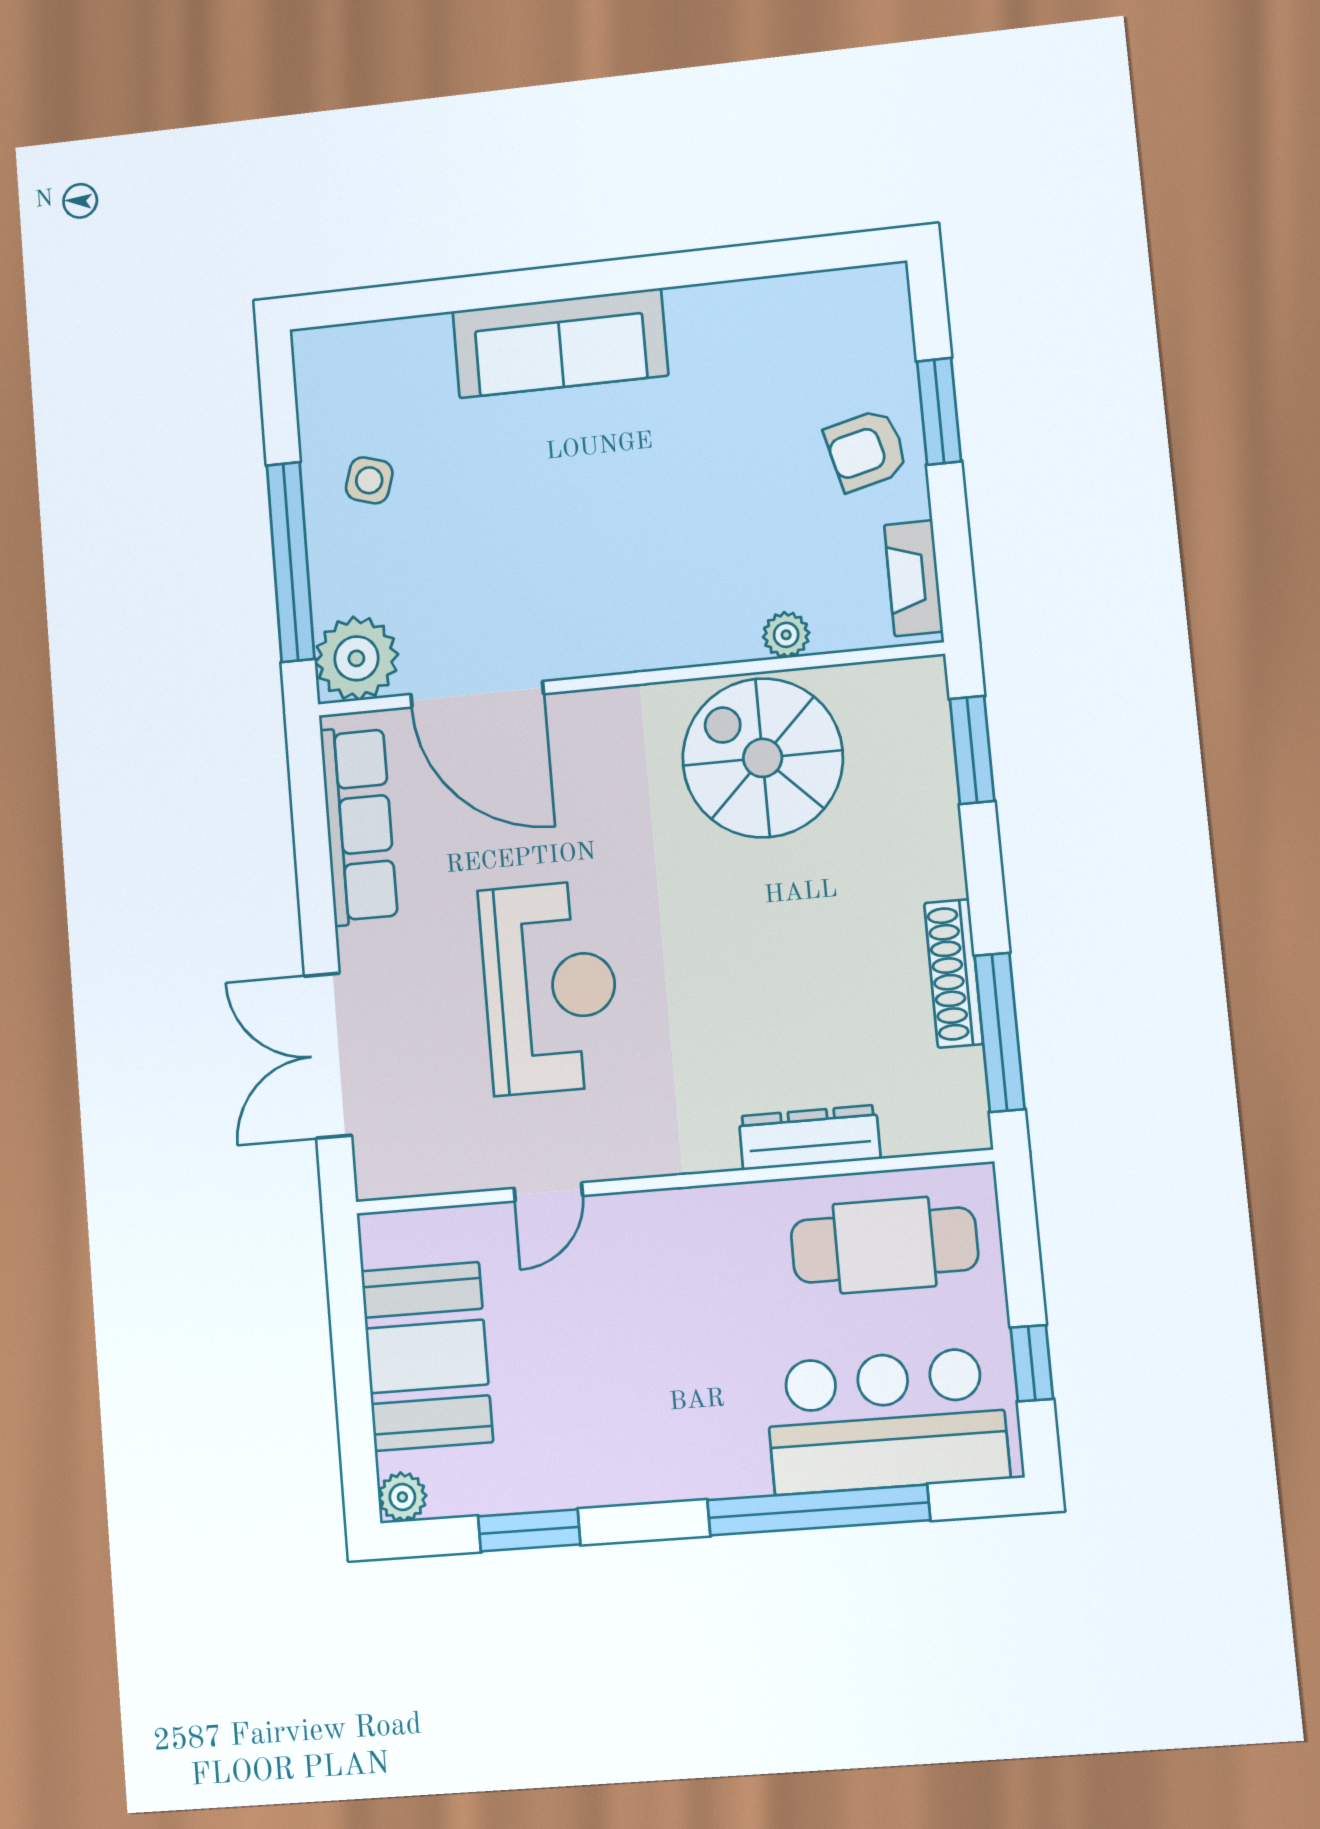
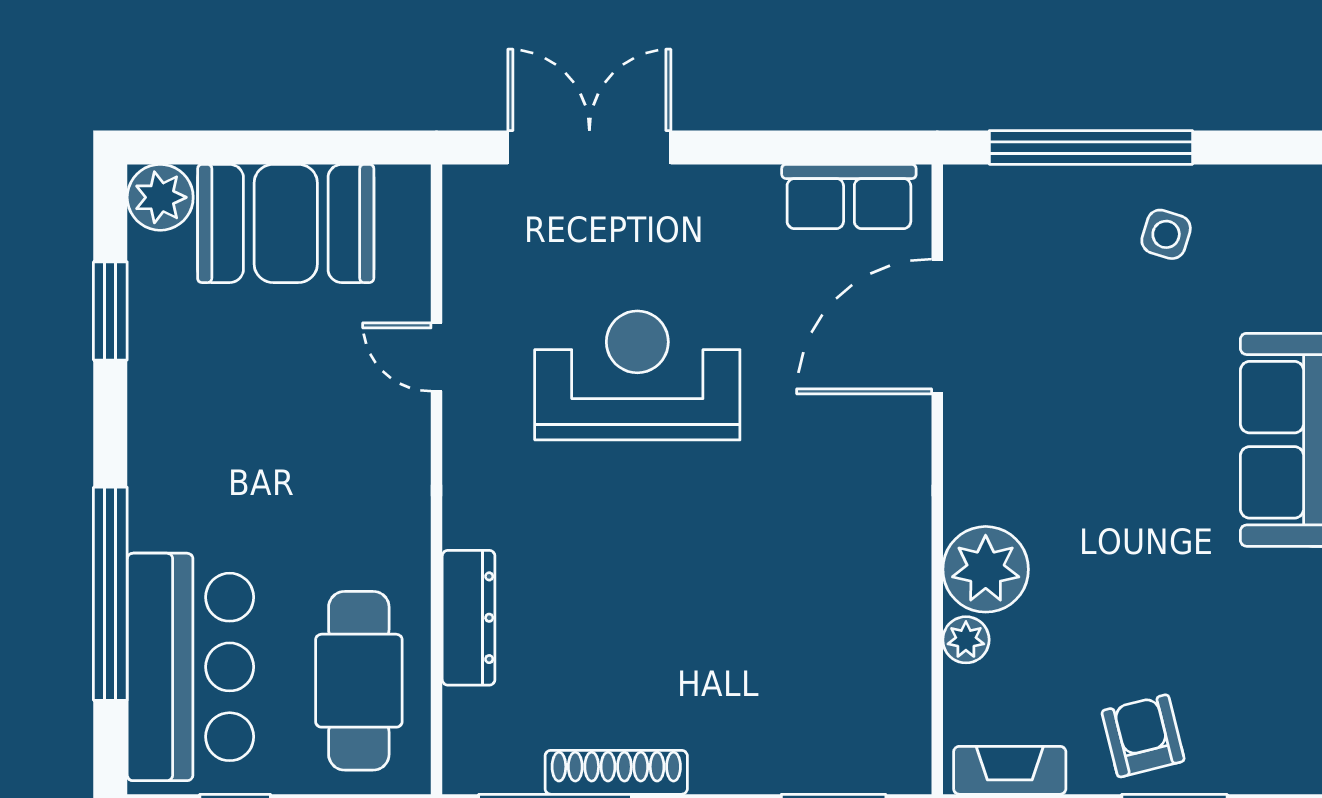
plant: (356, 658) -> (986, 569), moved
spiral stairs: (763, 758) -> (846, 606), removed
row of seats: (359, 825) -> (849, 197), width x0.68
reception desk: (550, 988) -> (637, 375), turned 180
plant: (402, 1497) -> (160, 197), width x1.38, depth x1.38

